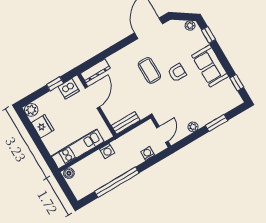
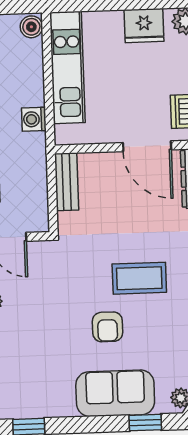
sofa: (210, 66) -> (115, 393), moved

